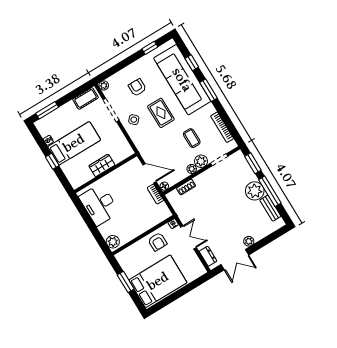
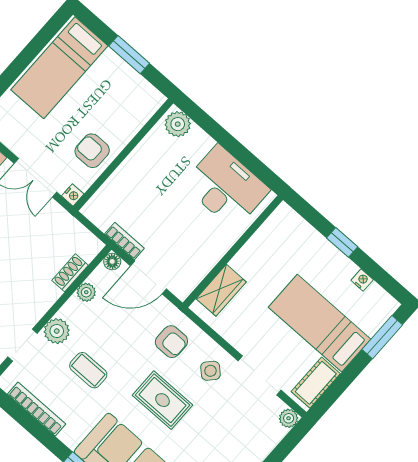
armchair: (137, 87) -> (171, 342), moved
bed: (74, 143) -> (320, 323), moved, turned 90
wardrobe: (102, 165) -> (221, 290), moved
plant: (192, 169) -> (86, 292), moved
bed: (158, 281) -> (59, 68), width x0.67

